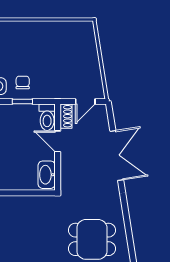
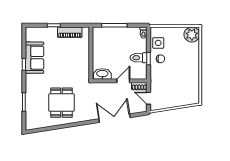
toilet: (47, 117) -> (139, 58), moved
double door: (117, 156) -> (114, 118), swing flipped

